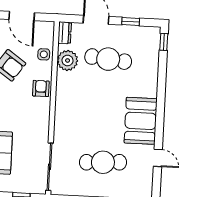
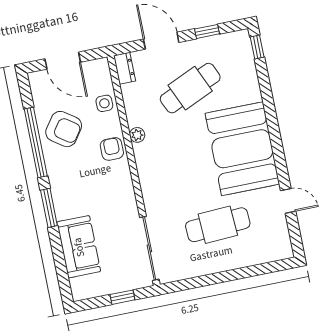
cafe table: (108, 59) -> (190, 88), turned -30
plant: (68, 60) -> (137, 135), moved, width x0.53, depth x0.53
booth: (141, 121) -> (242, 149), width x1.36, depth x1.42

